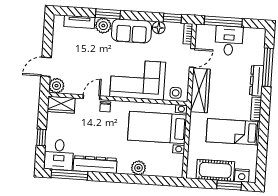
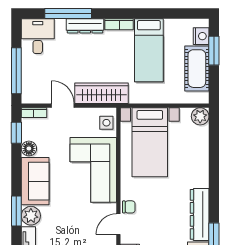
desk: (229, 41) -> (38, 36), moved, turned 90
door: (92, 97) -> (118, 224), hinge flipped
plant: (138, 168) -> (200, 116), moved

